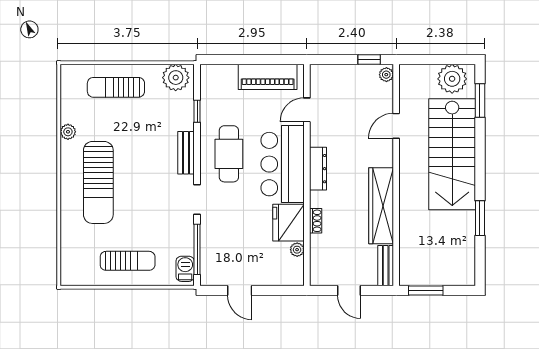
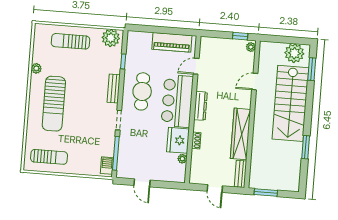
sun lounger: (128, 261) -> (49, 157), moved

